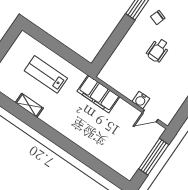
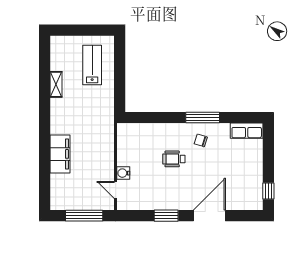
lab bench: (46, 74) -> (92, 65), moved
filing cabinet: (98, 94) -> (60, 154), moved, turned 180

